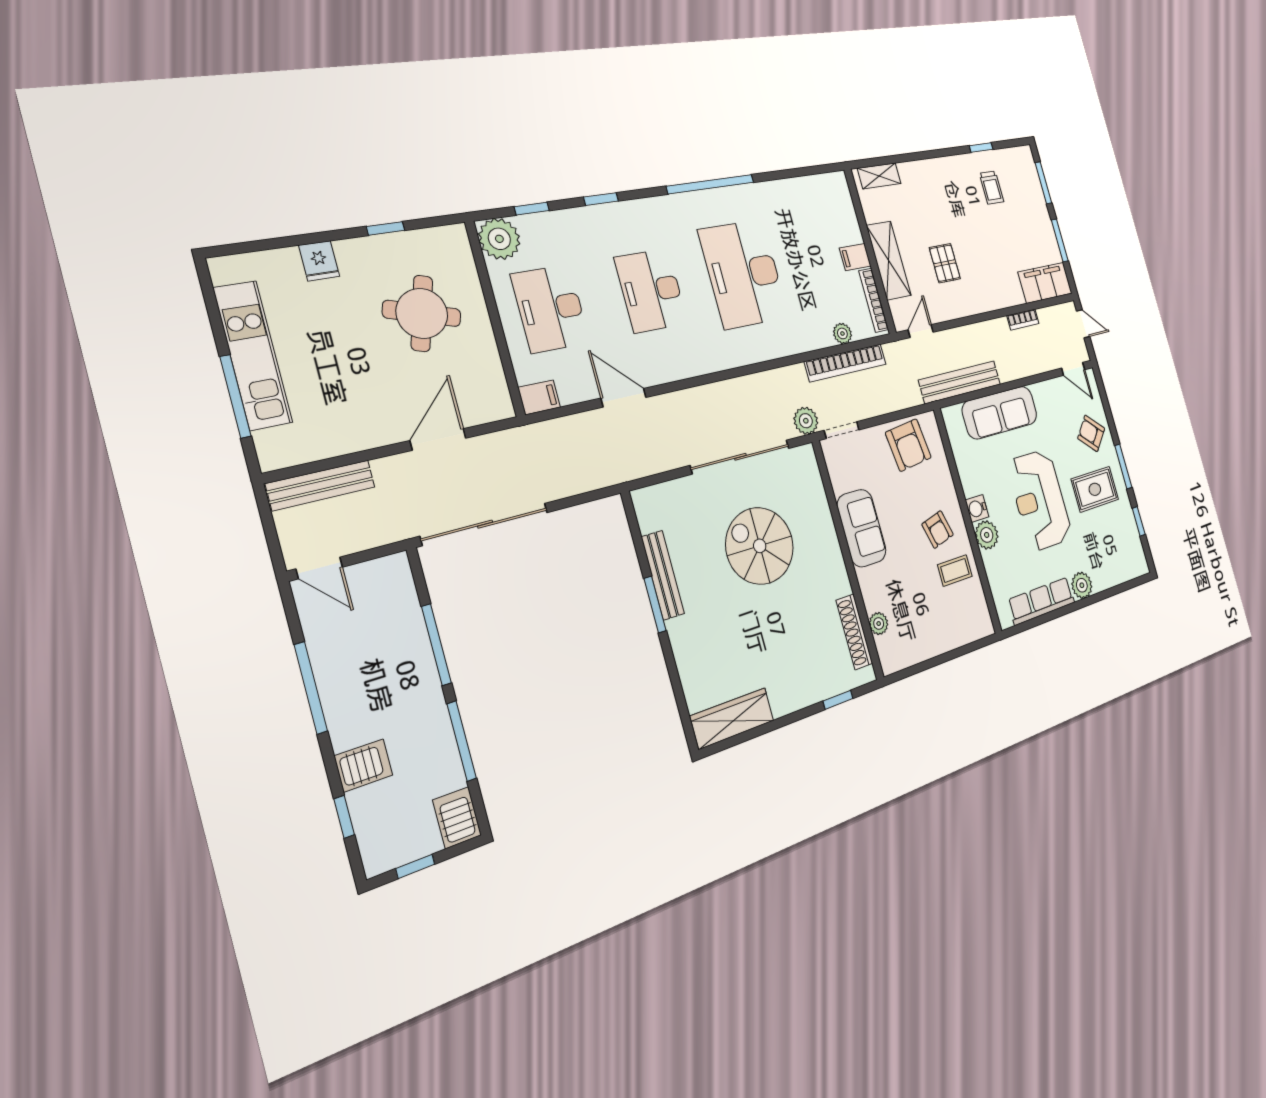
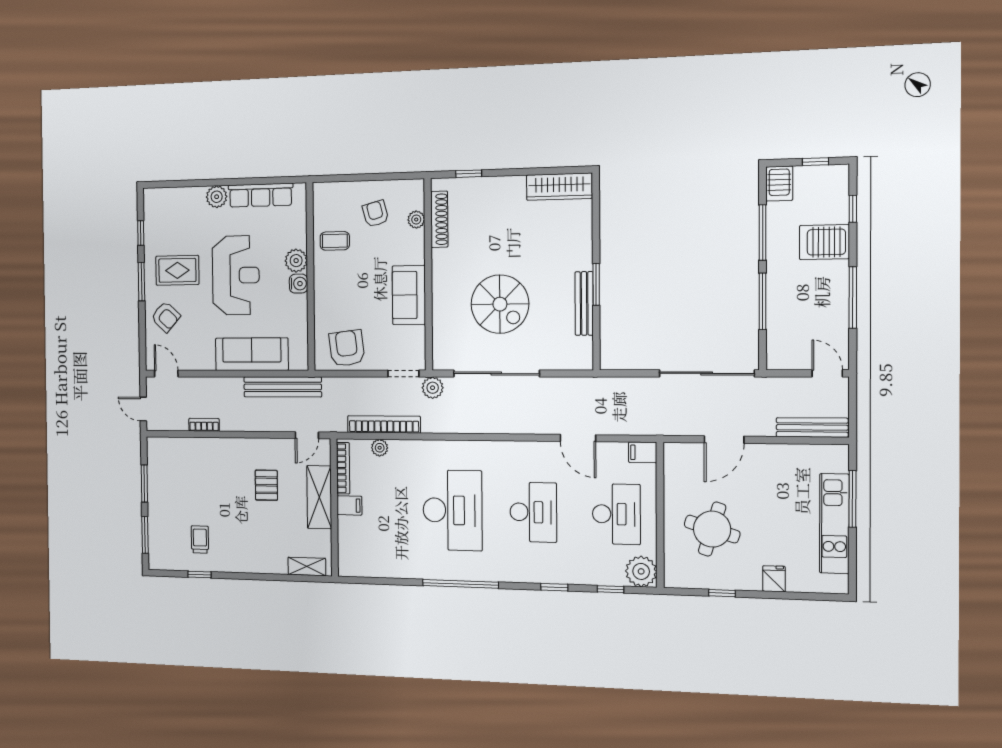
filing cabinet: (1045, 283) -> (171, 451), removed
armchair: (938, 529) -> (376, 214), moved
server rack: (363, 765) -> (824, 242), width x1.36, depth x1.44

